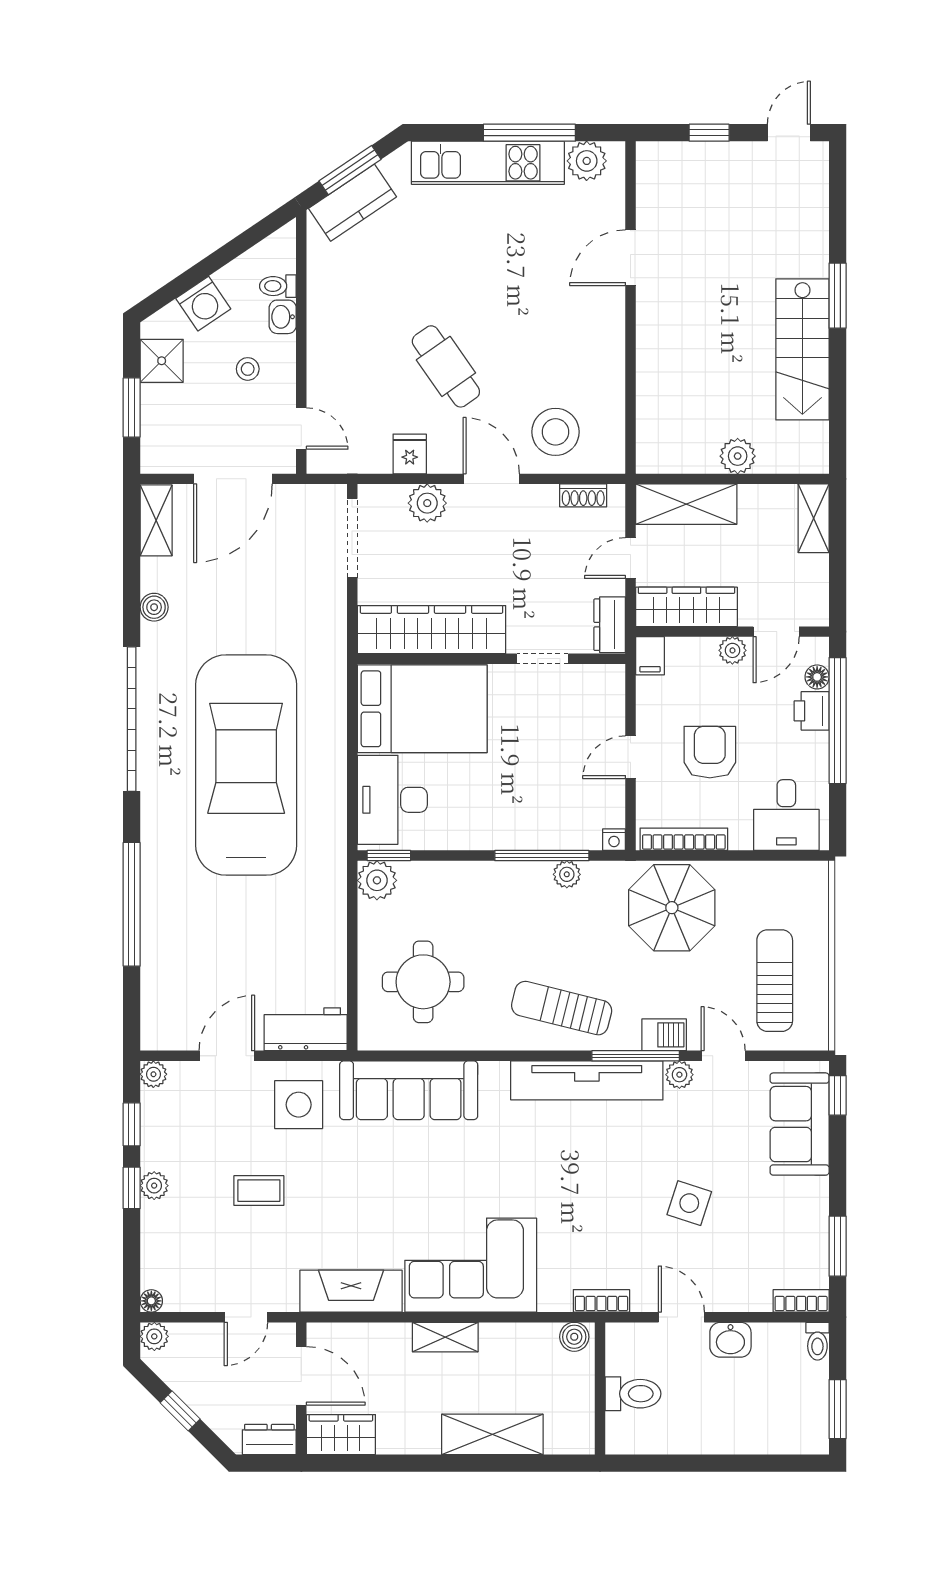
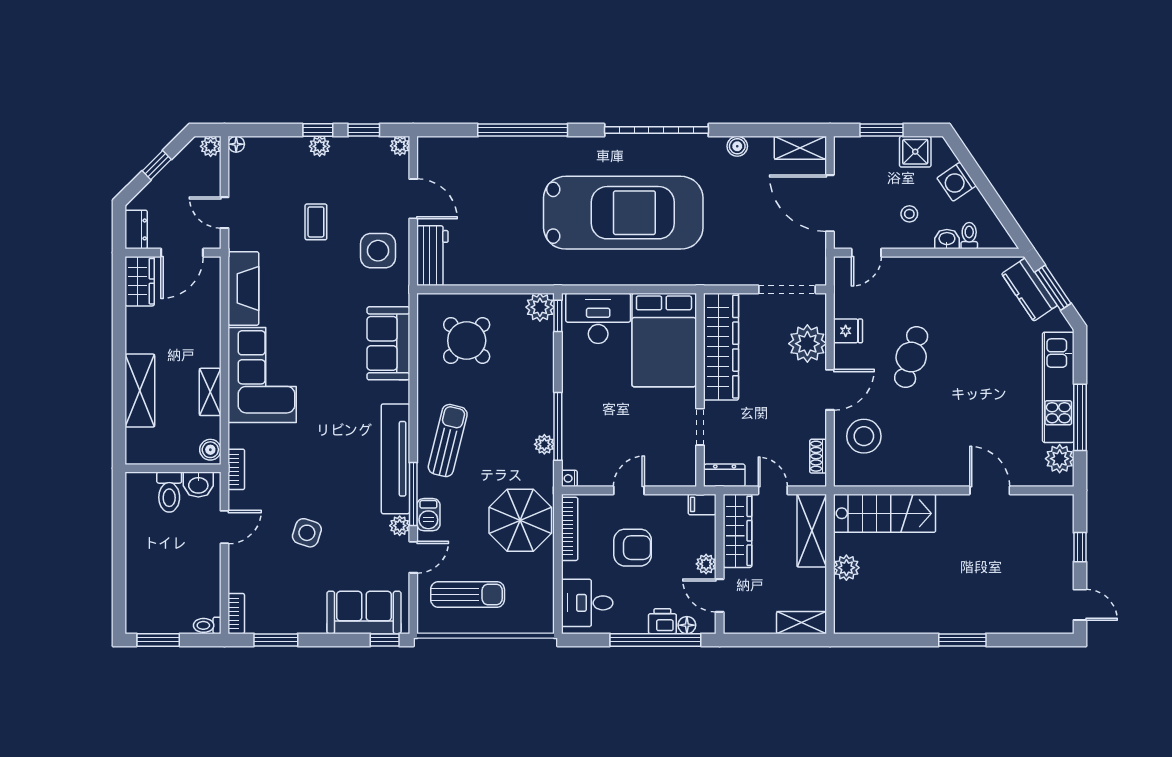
stairs: (802, 349) -> (885, 513), moved, turned 180
cafe table: (446, 366) -> (911, 357), turned -39
plant: (427, 503) -> (807, 344), width x1.36, depth x1.36
door: (631, 757) -> (629, 490), hinge flipped
round table: (423, 982) -> (467, 341), turned 45
sofa: (409, 1090) -> (388, 343), width x0.73
shelving: (445, 1337) -> (210, 392), moved
washbasin: (730, 1340) -> (198, 485), moved, turned -90

